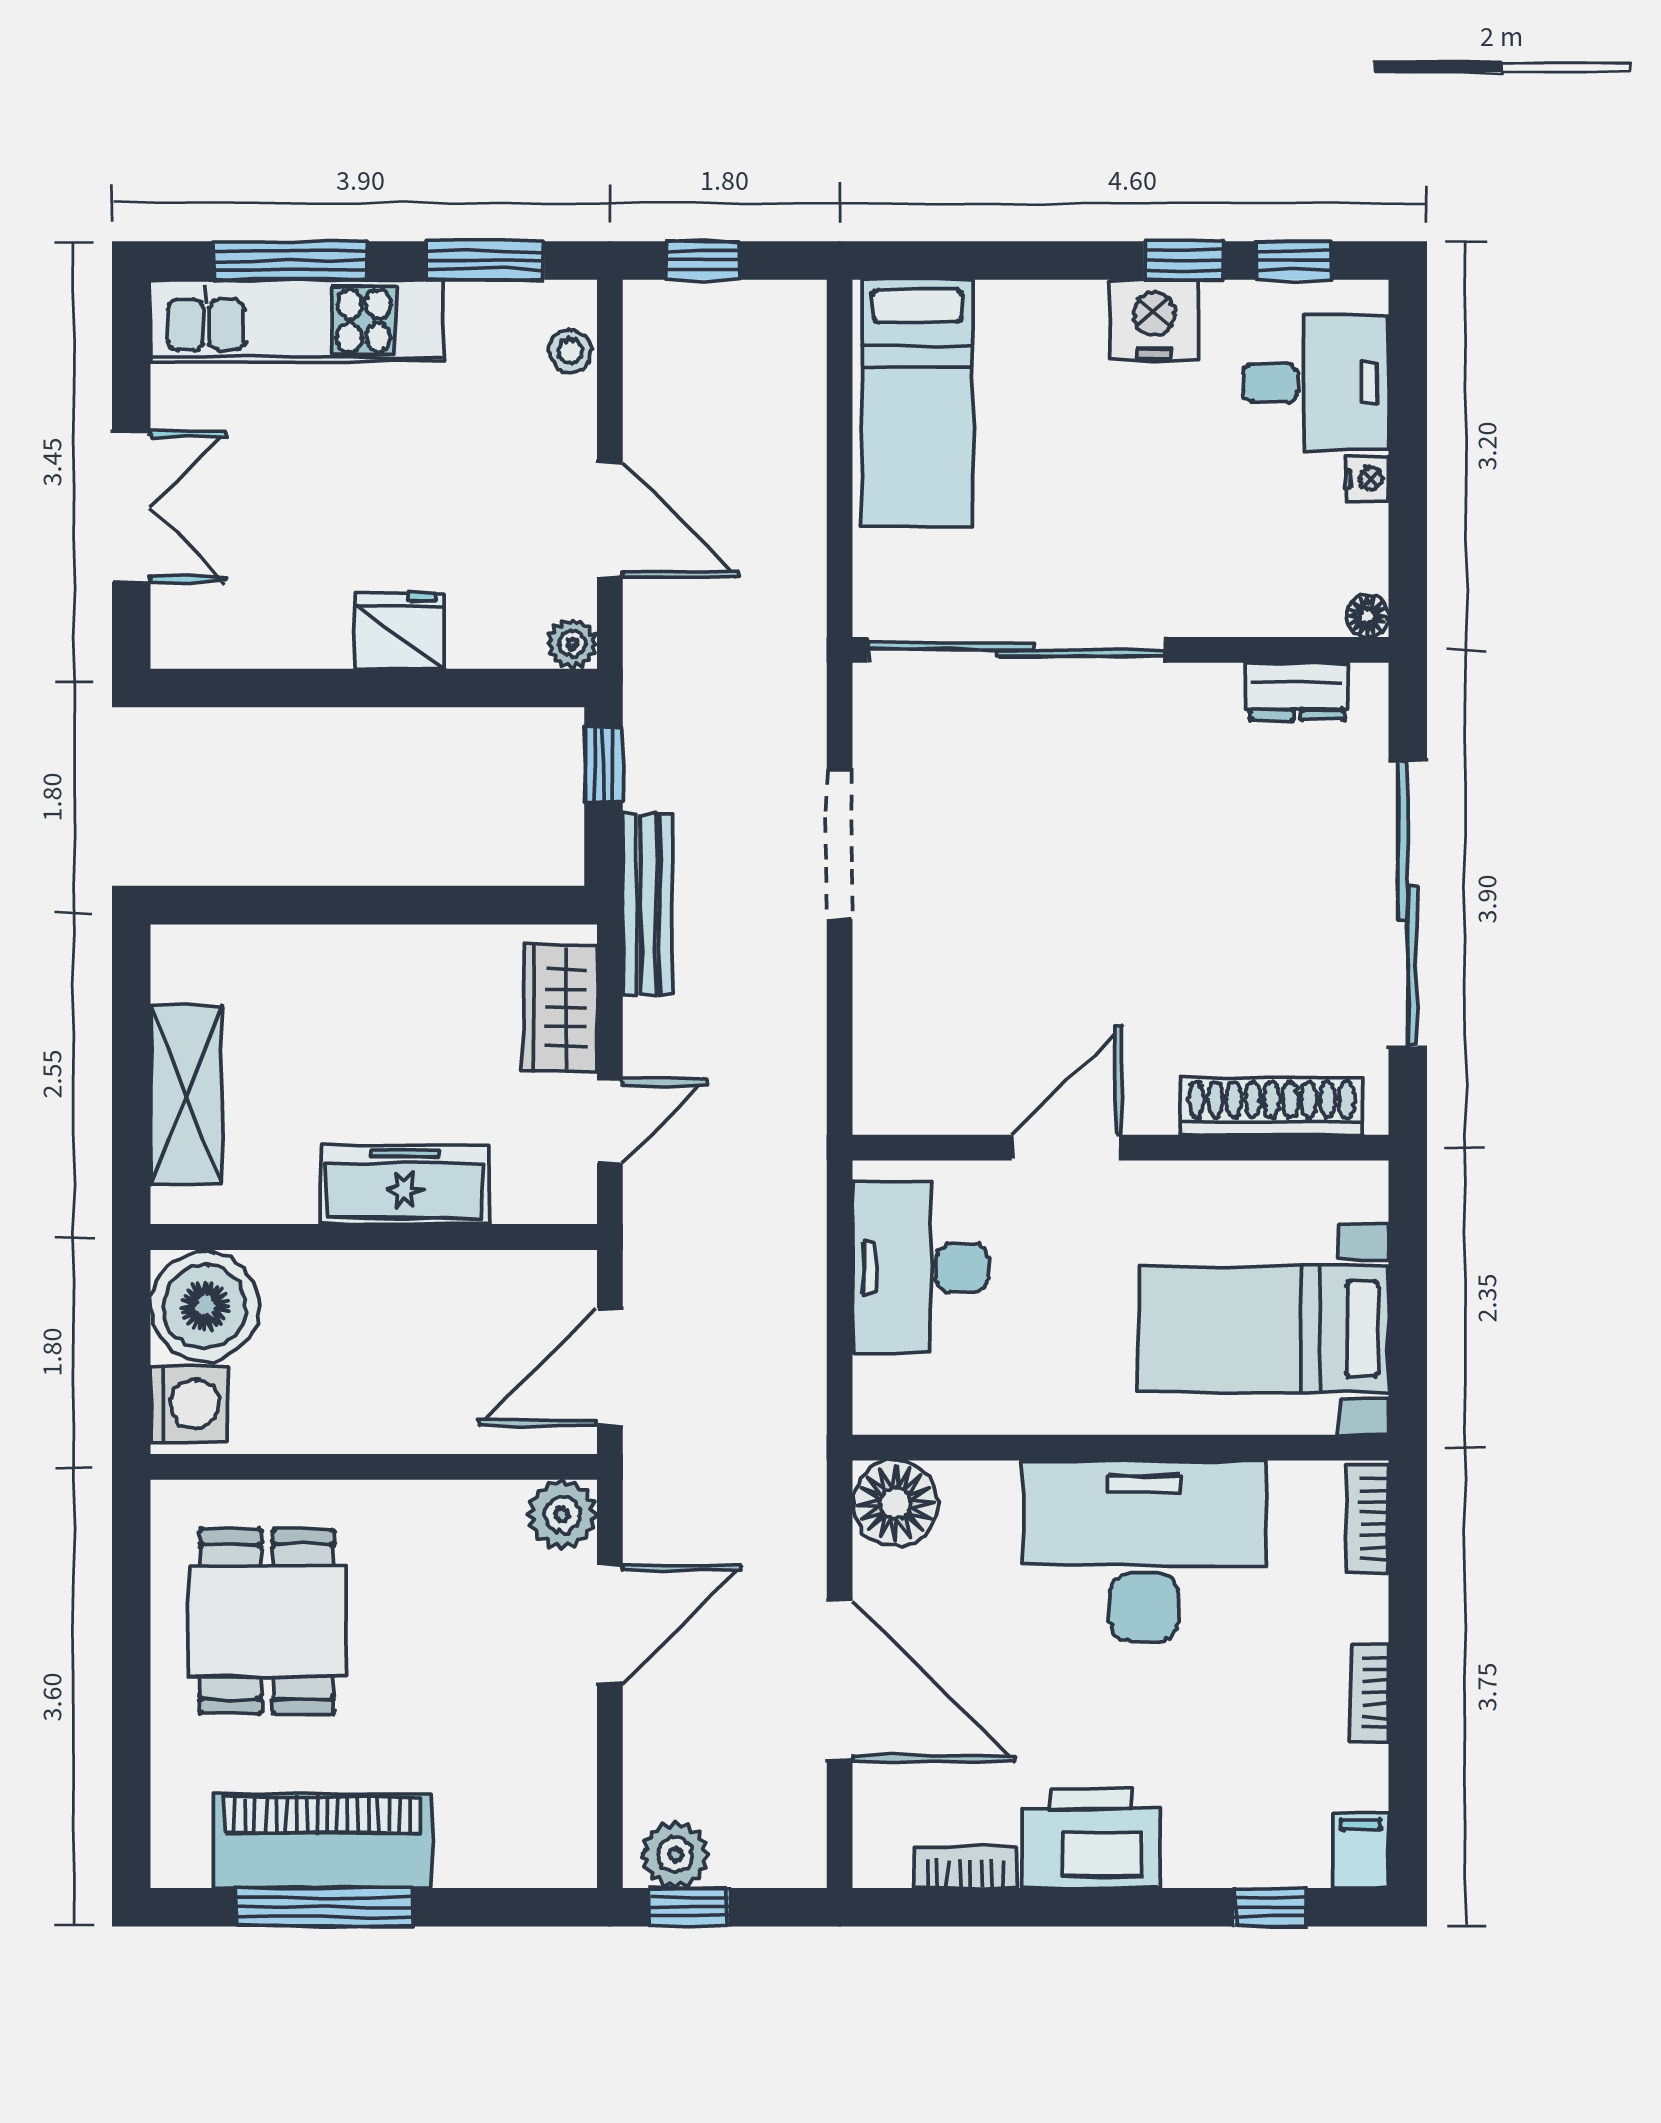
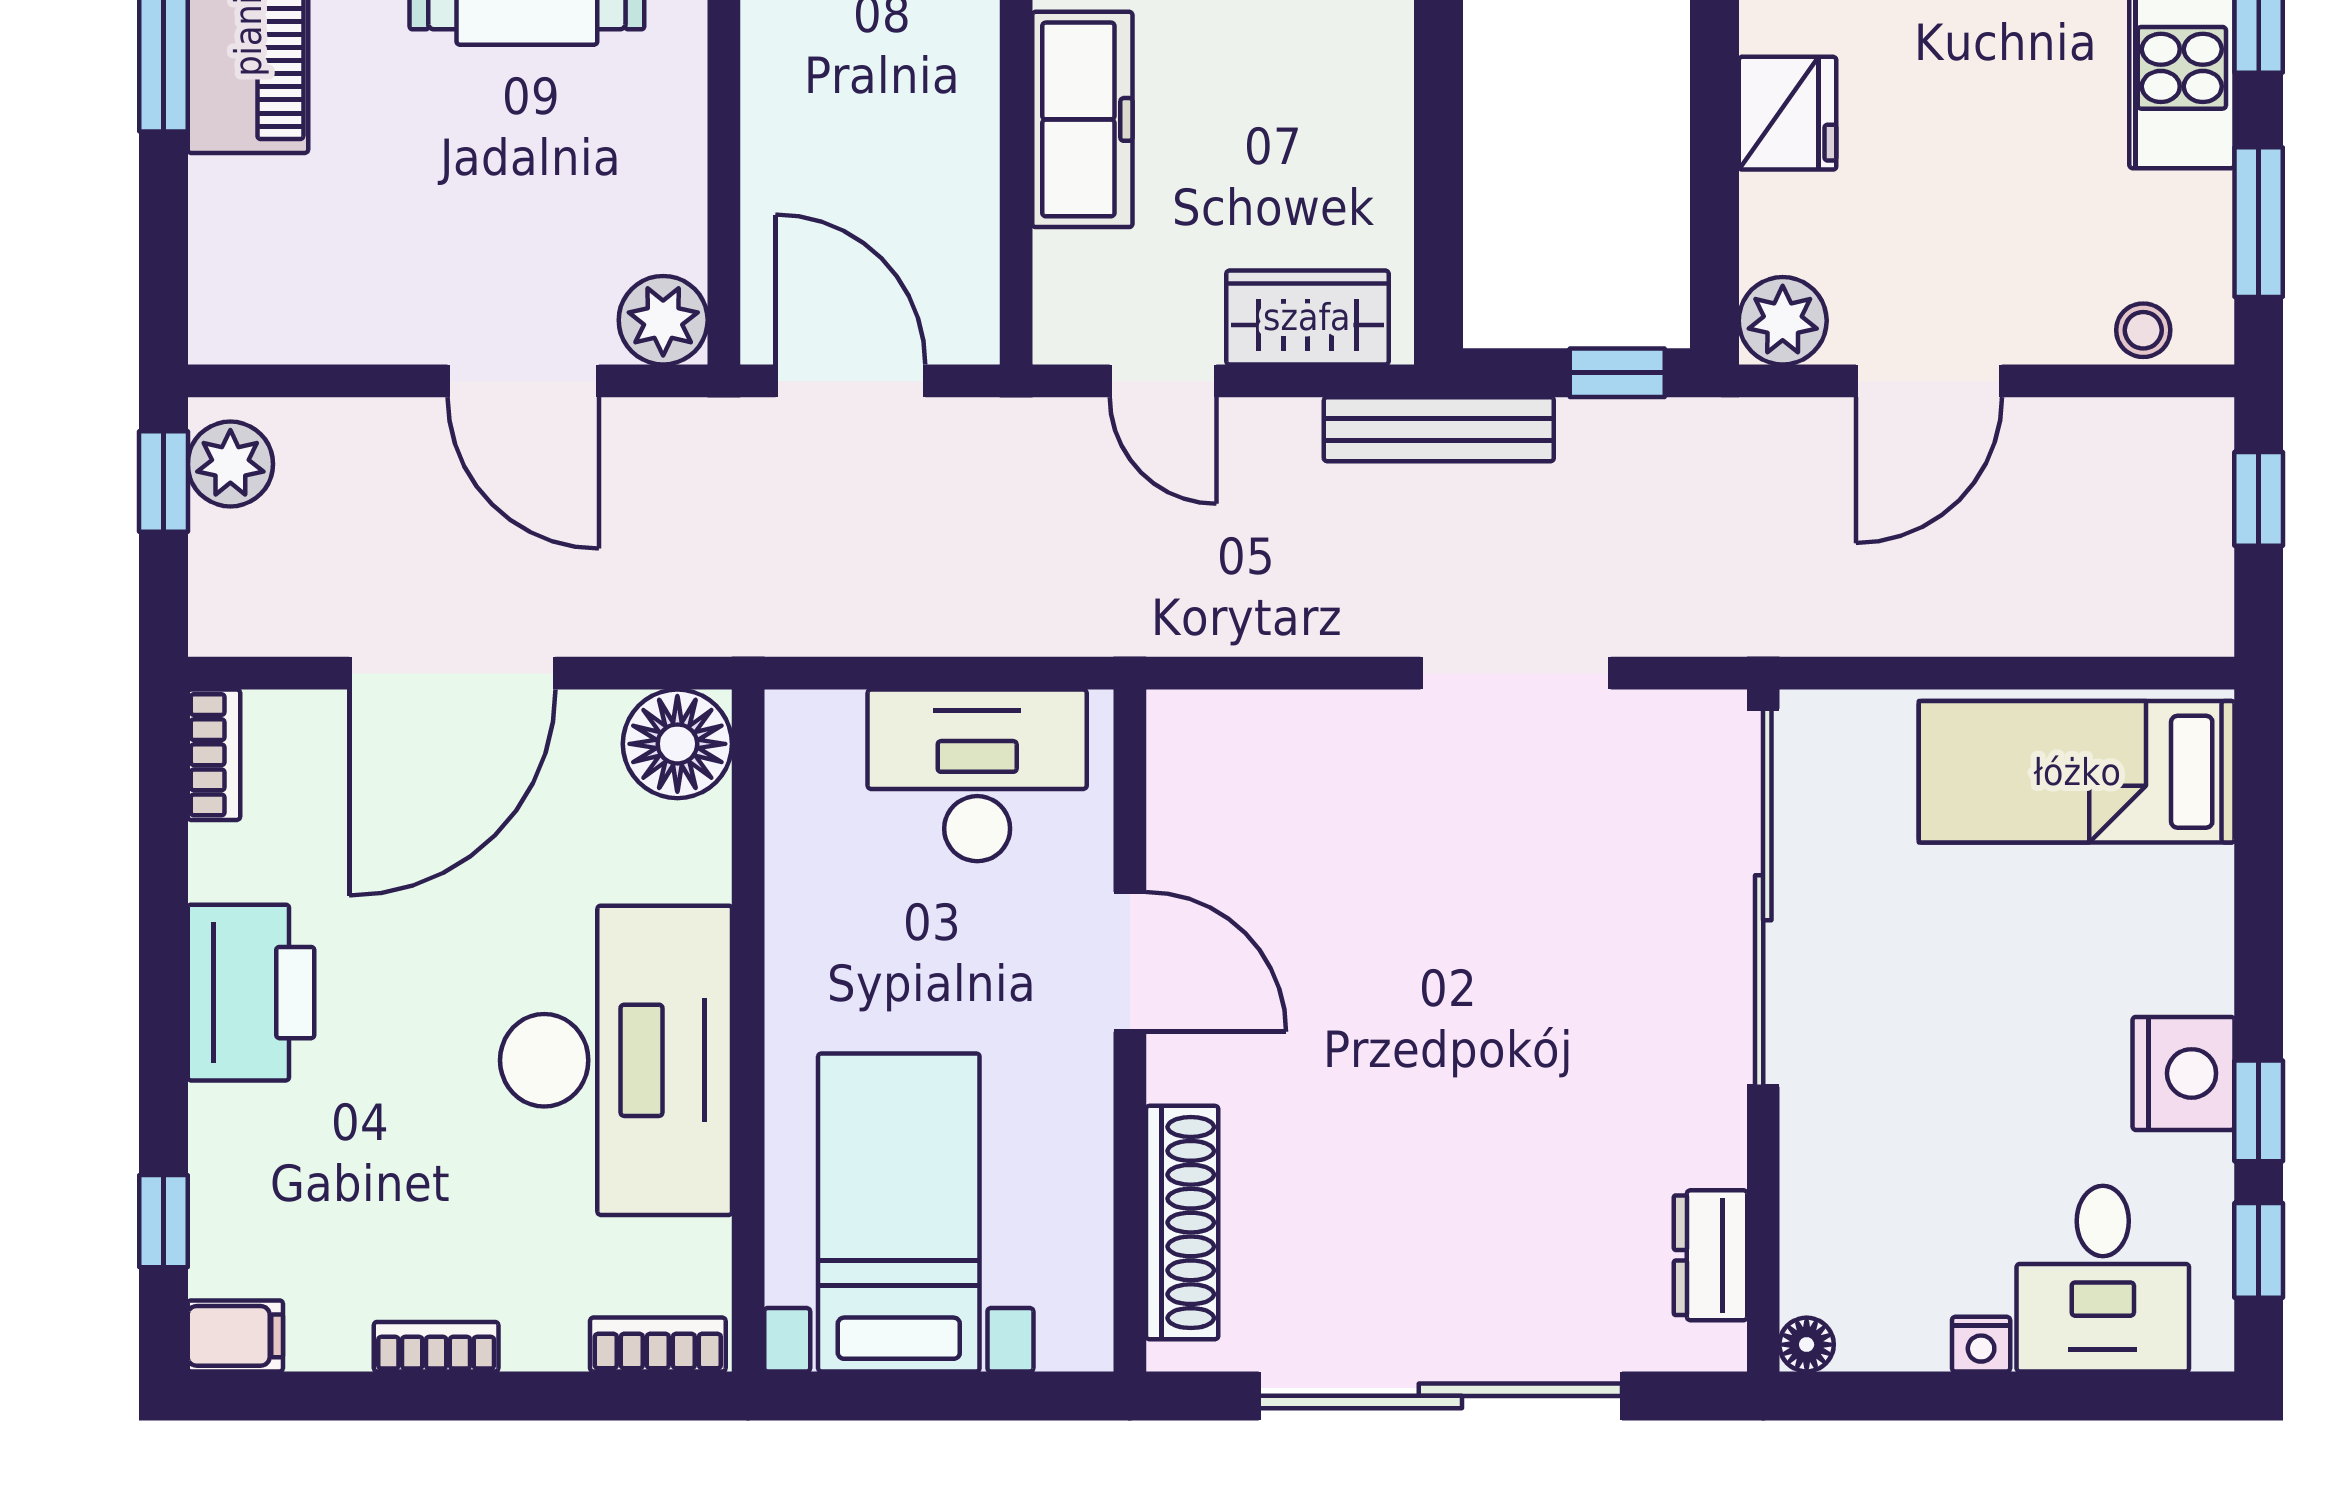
plant: (572, 644) -> (1783, 321), width x1.38, depth x1.38
bookcase: (965, 1868) -> (214, 755), moved

